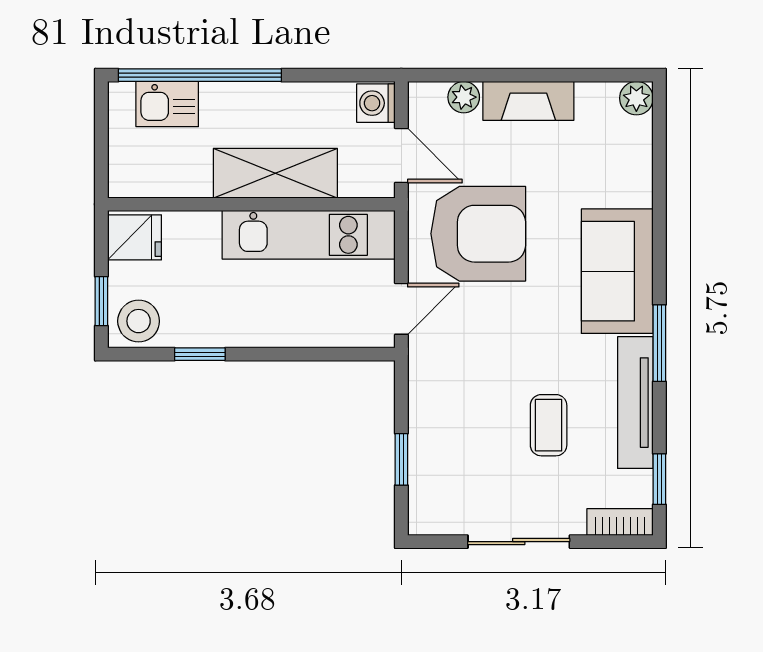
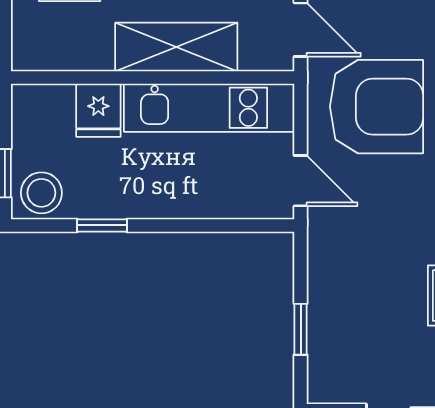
fridge: (135, 237) -> (98, 110), moved, turned 90
door: (401, 309) -> (301, 181), hinge flipped

